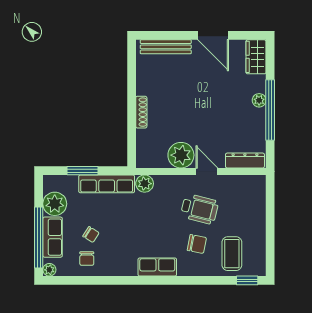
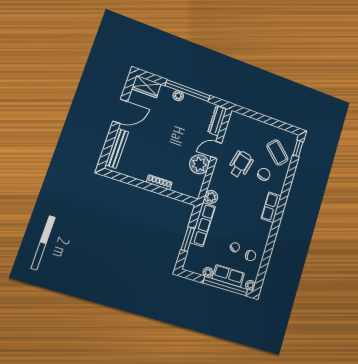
plant: (55, 204) -> (208, 272), width x0.53, depth x0.53
coffee table: (232, 254) -> (277, 152), turned 43

